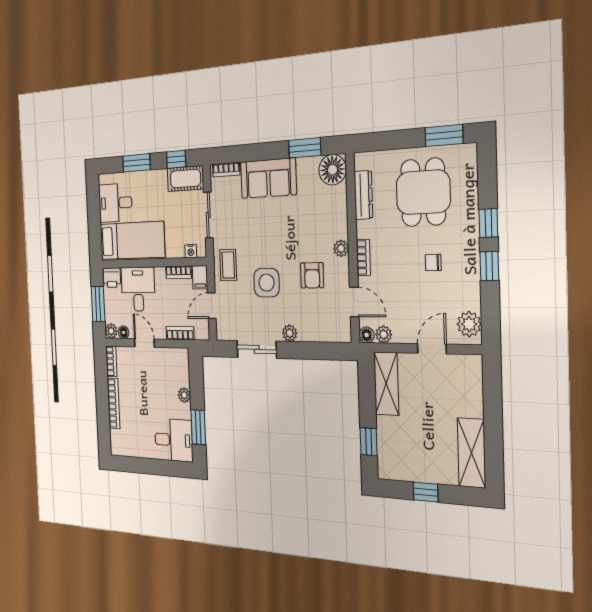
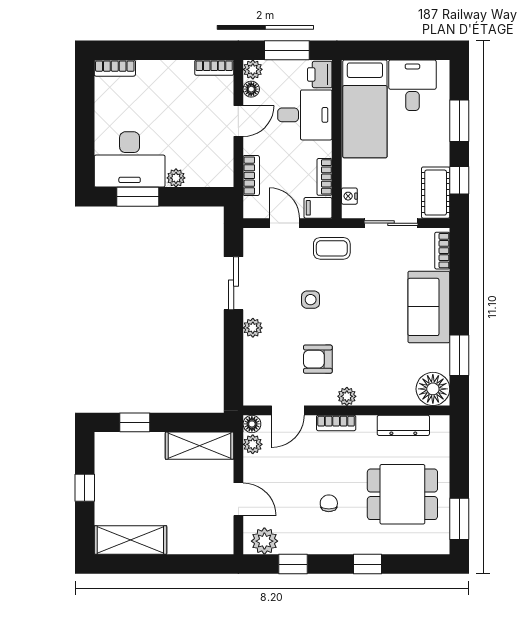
window: (489, 266) -> (293, 564), moved
side table: (267, 283) -> (311, 300), width x0.54, depth x0.54
bookcase: (114, 403) -> (115, 68), moved, width x0.64
desk: (174, 440) -> (130, 159), width x1.37

